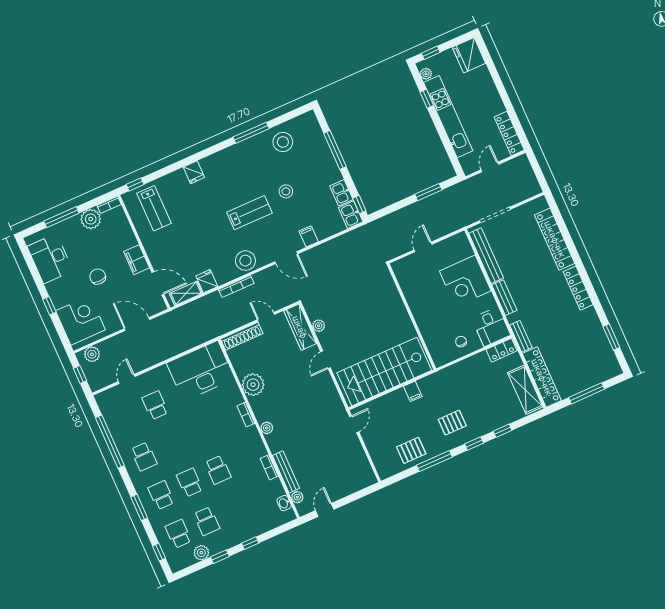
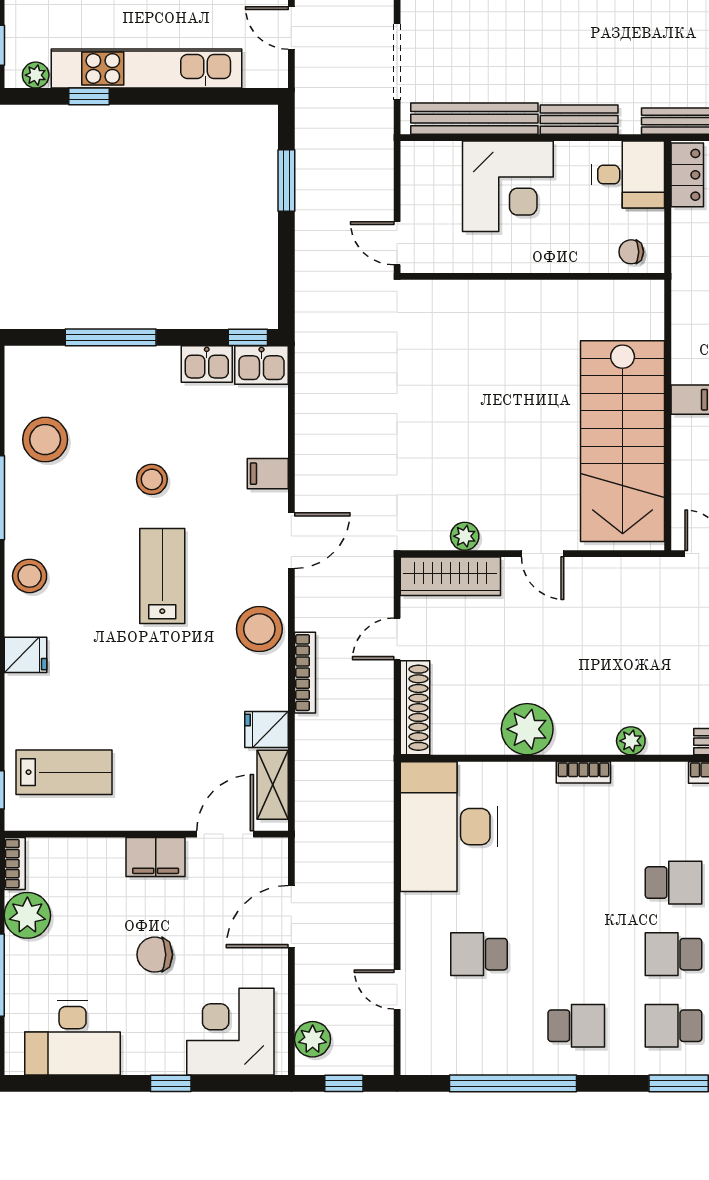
stool: (226, 160) -> (30, 576), added
wall: (412, 317) -> (532, 276), moved

